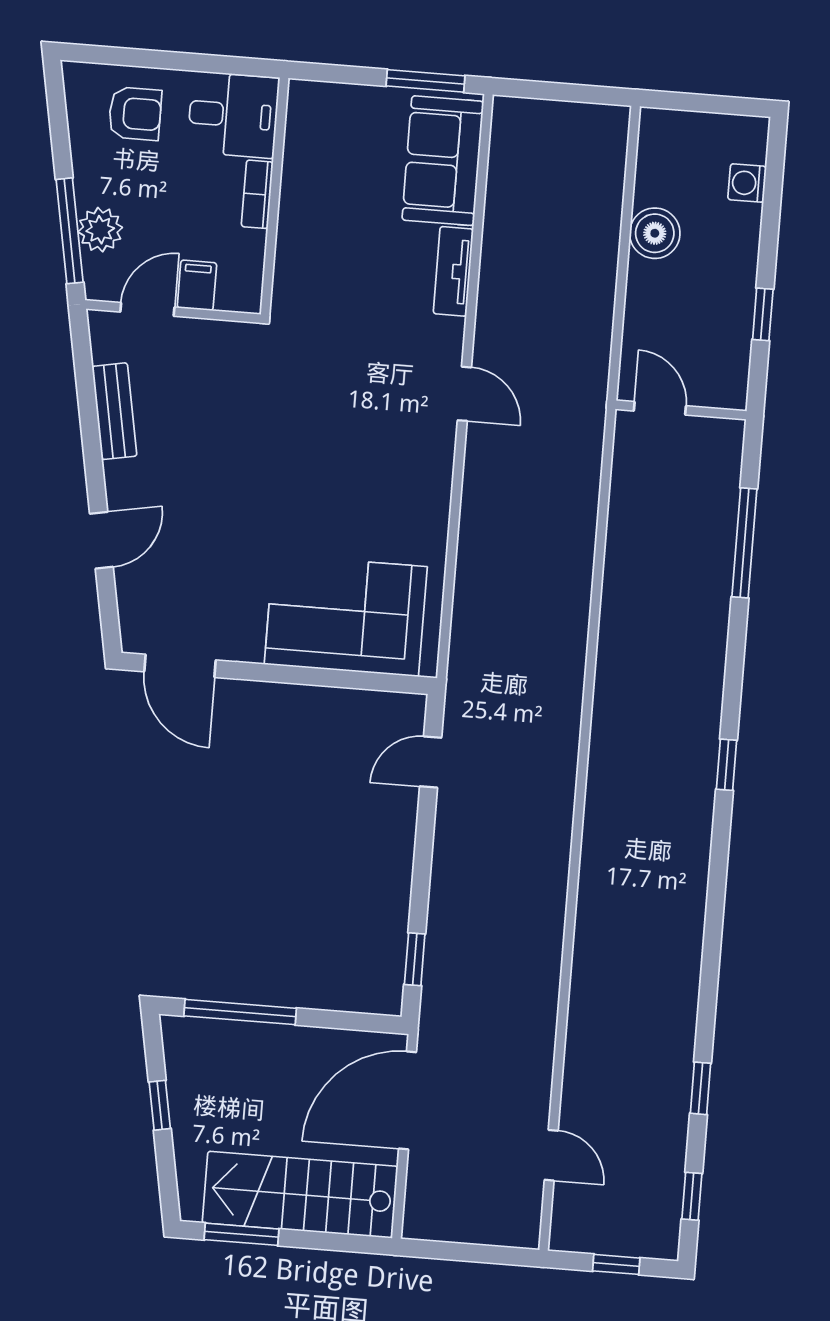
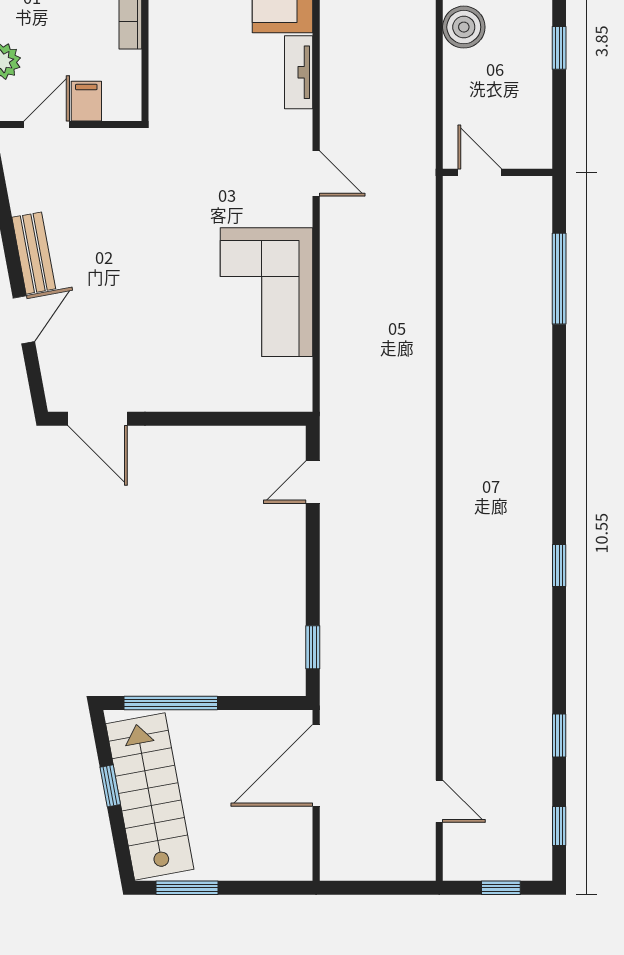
window: (763, 314) -> (559, 48), moved
bench: (114, 411) -> (34, 253), moved
corner sofa: (346, 616) -> (267, 292), moved, turned -90
window: (727, 765) -> (559, 565), moved
stairs: (300, 1195) -> (150, 797), moved, turned 80

